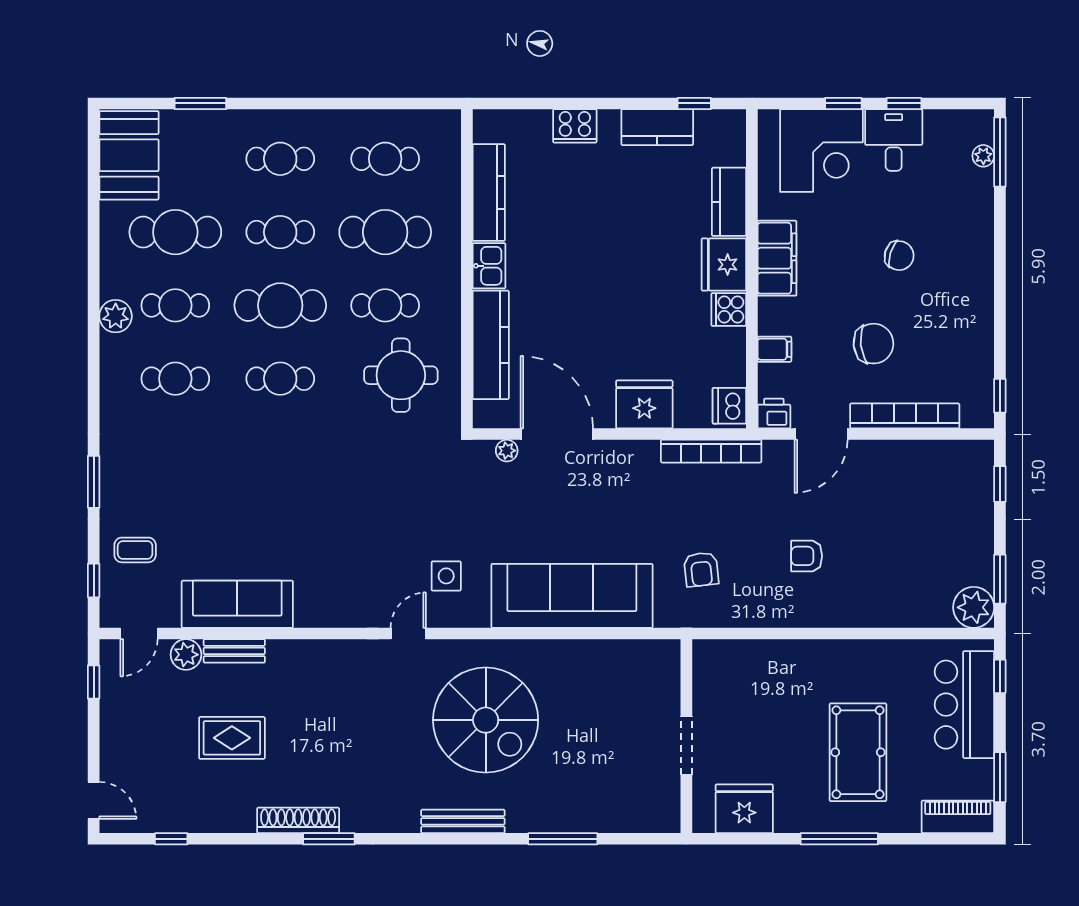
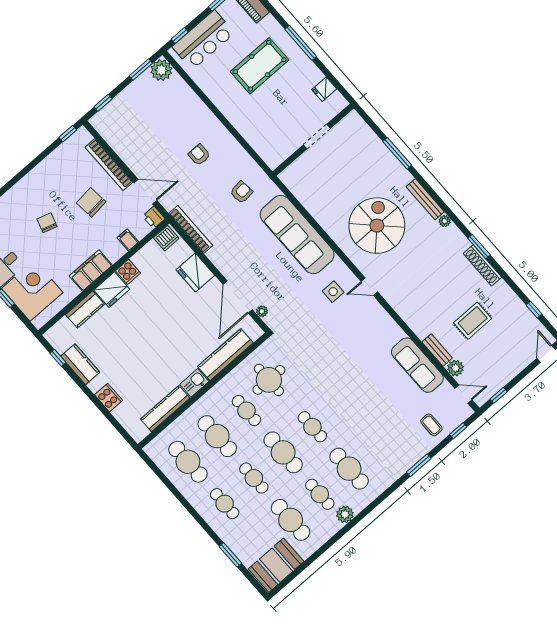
cafe table: (385, 159) -> (188, 462), width x1.37, depth x1.35
cafe table: (175, 379) -> (349, 469), width x1.37, depth x1.35
armchair: (807, 556) -> (199, 155), turned 180
rug: (232, 738) -> (473, 321), turned 90
fridge: (744, 809) -> (324, 89), width x0.53, depth x0.75
plant: (408, 822) -> (445, 221), added

